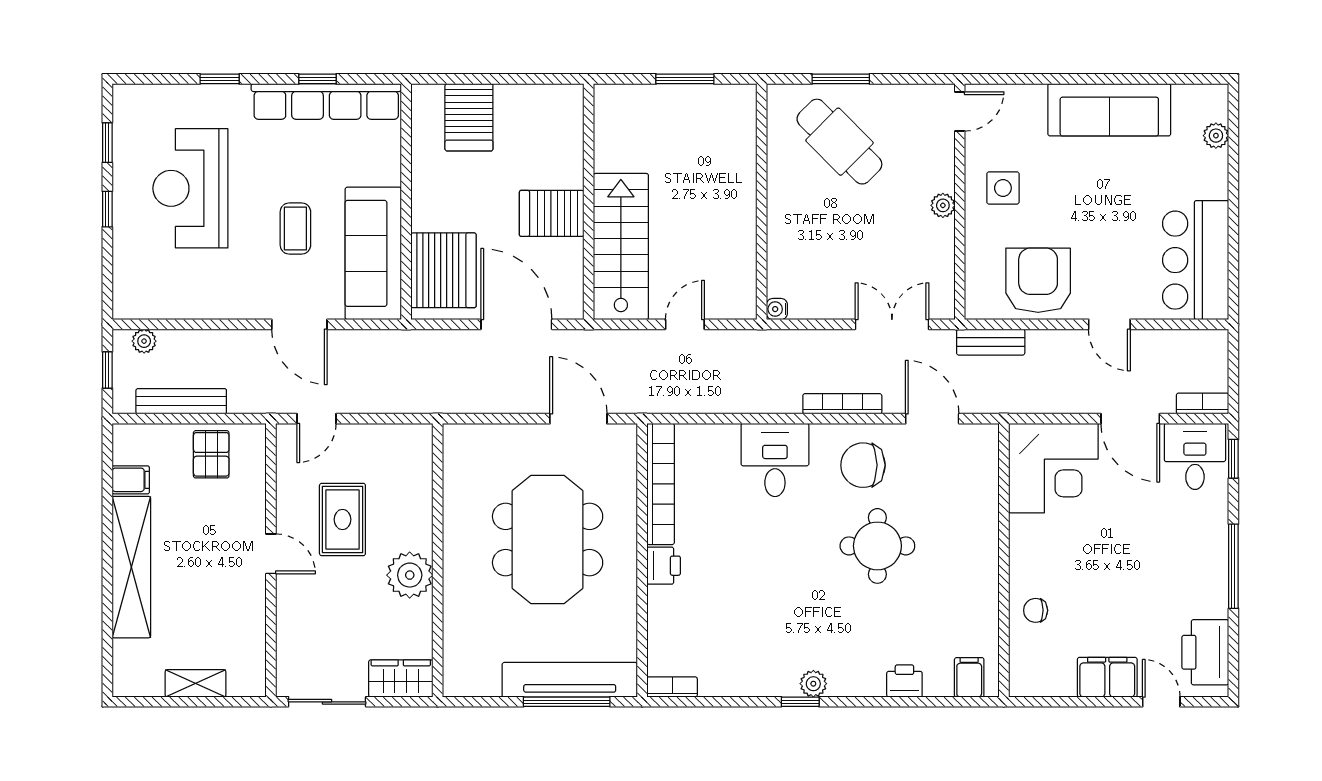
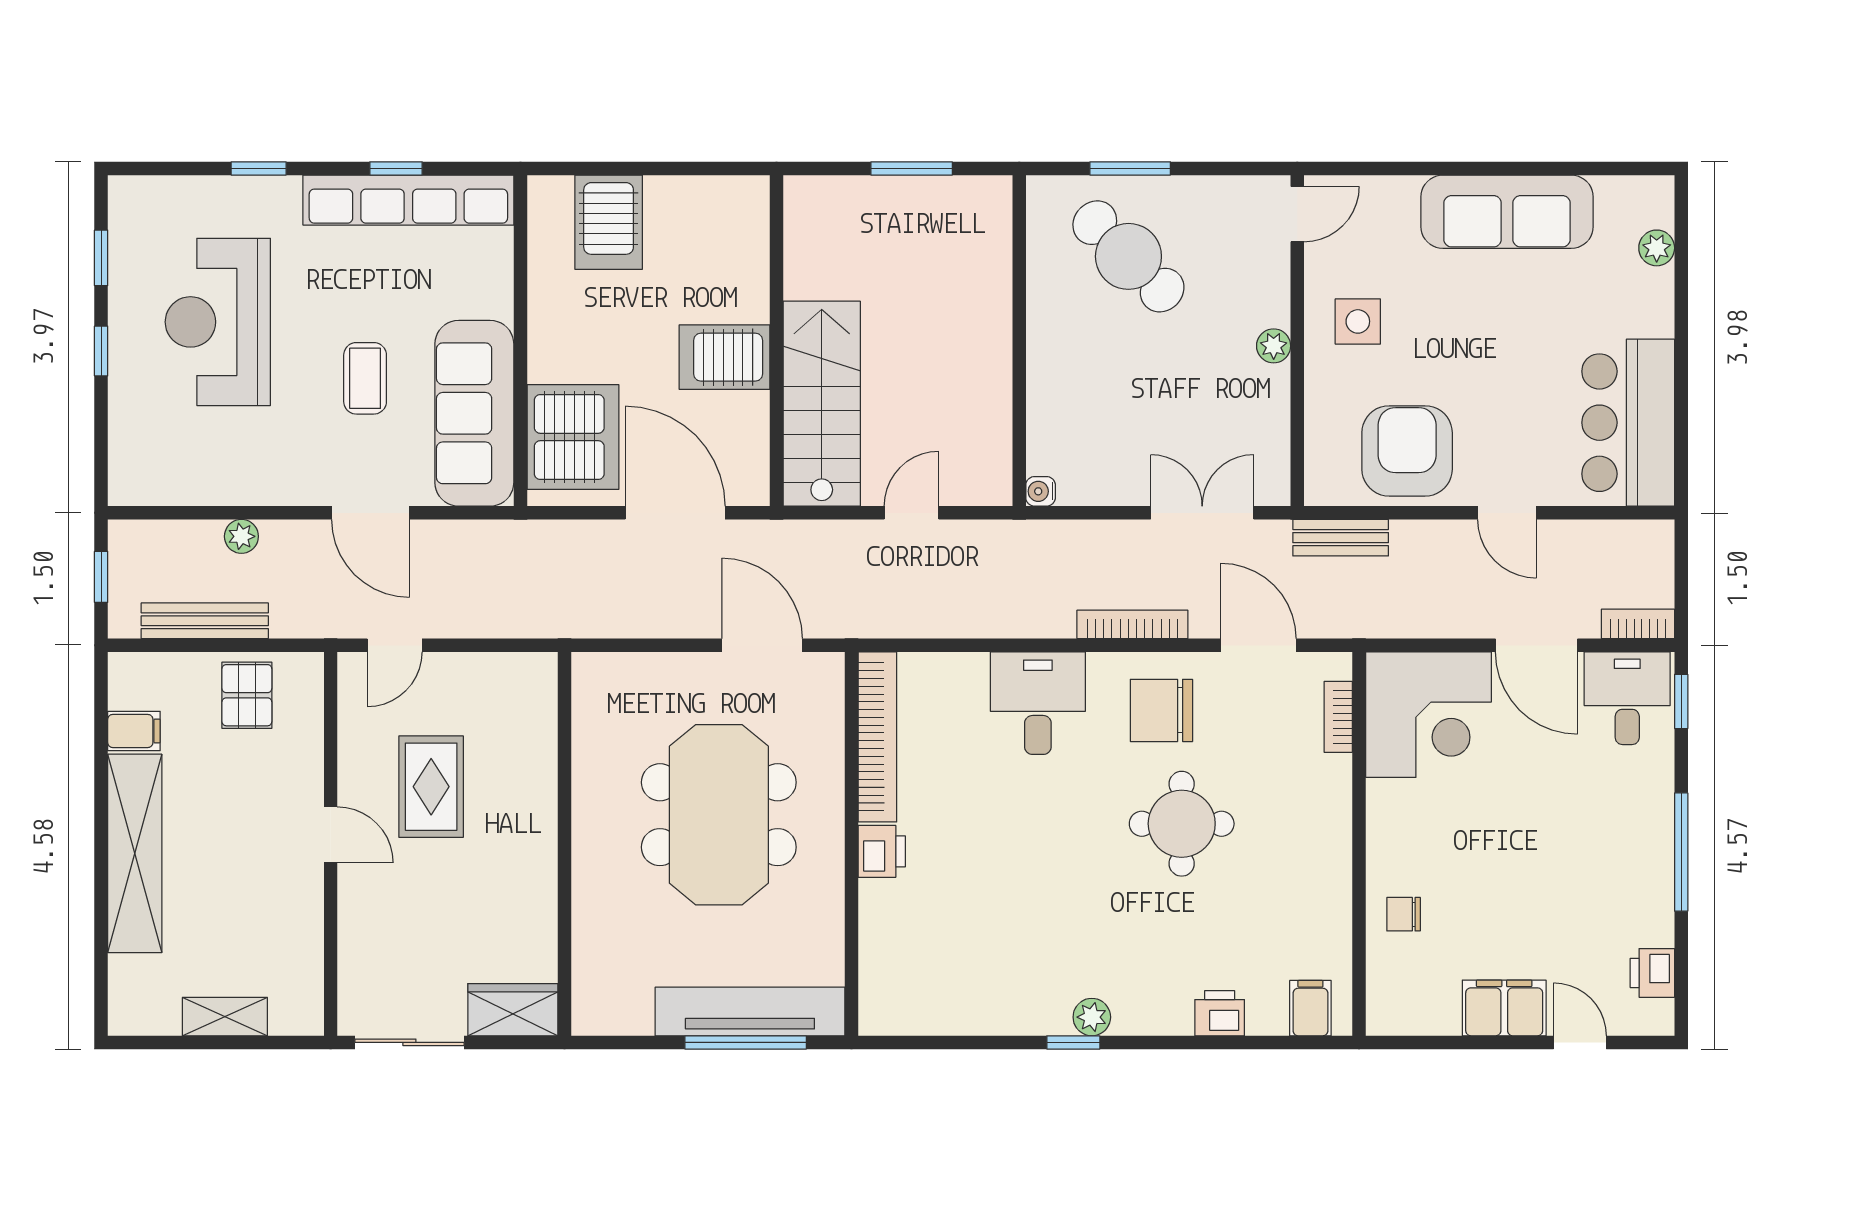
plant: (144, 341) -> (241, 536), moved
plant: (410, 575) -> (525, 865), removed
printer: (1205, 652) -> (1652, 973), width x0.53, depth x0.68
bookcase: (672, 687) -> (1338, 717), moved, turned -90

